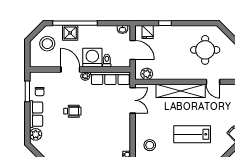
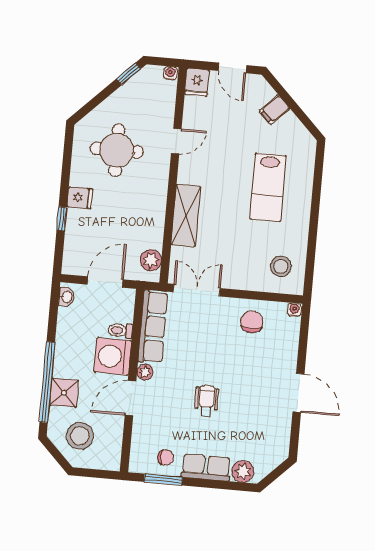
fridge: (148, 32) -> (80, 198), moved
shelving: (181, 91) -> (186, 215), width x0.68
chair: (118, 132) -> (252, 322), added

